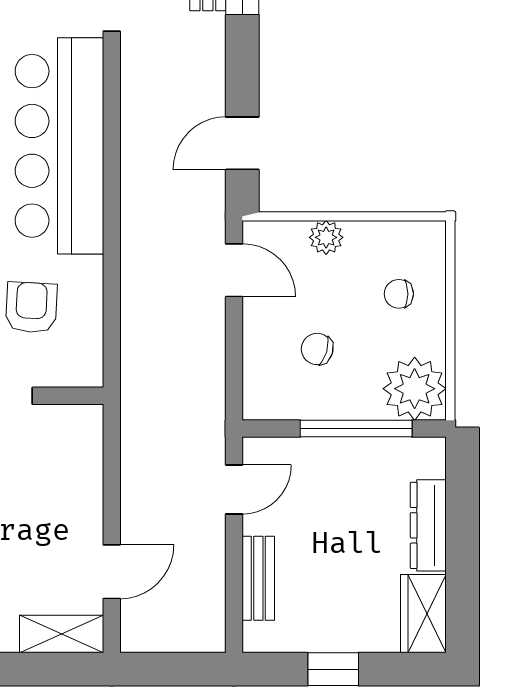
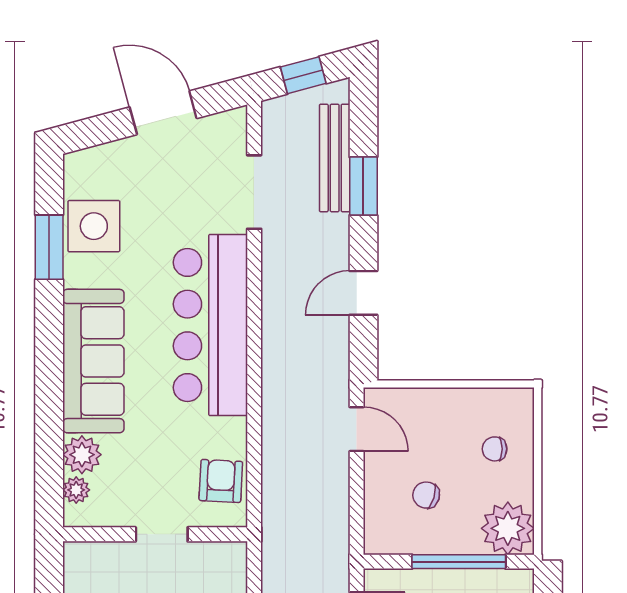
door: (242, 143) -> (363, 293), moved
plant: (326, 237) -> (434, 402), removed
armchair: (31, 308) -> (221, 481), moved

